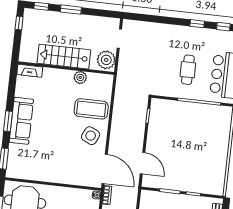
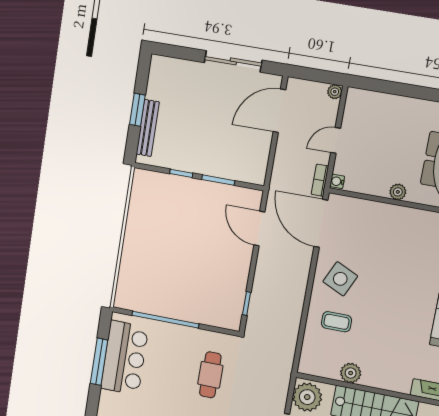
cafe table: (188, 70) -> (210, 375), moved
coffee table: (91, 109) -> (336, 322), width x0.54, depth x0.58
plant: (59, 191) -> (398, 192), added

